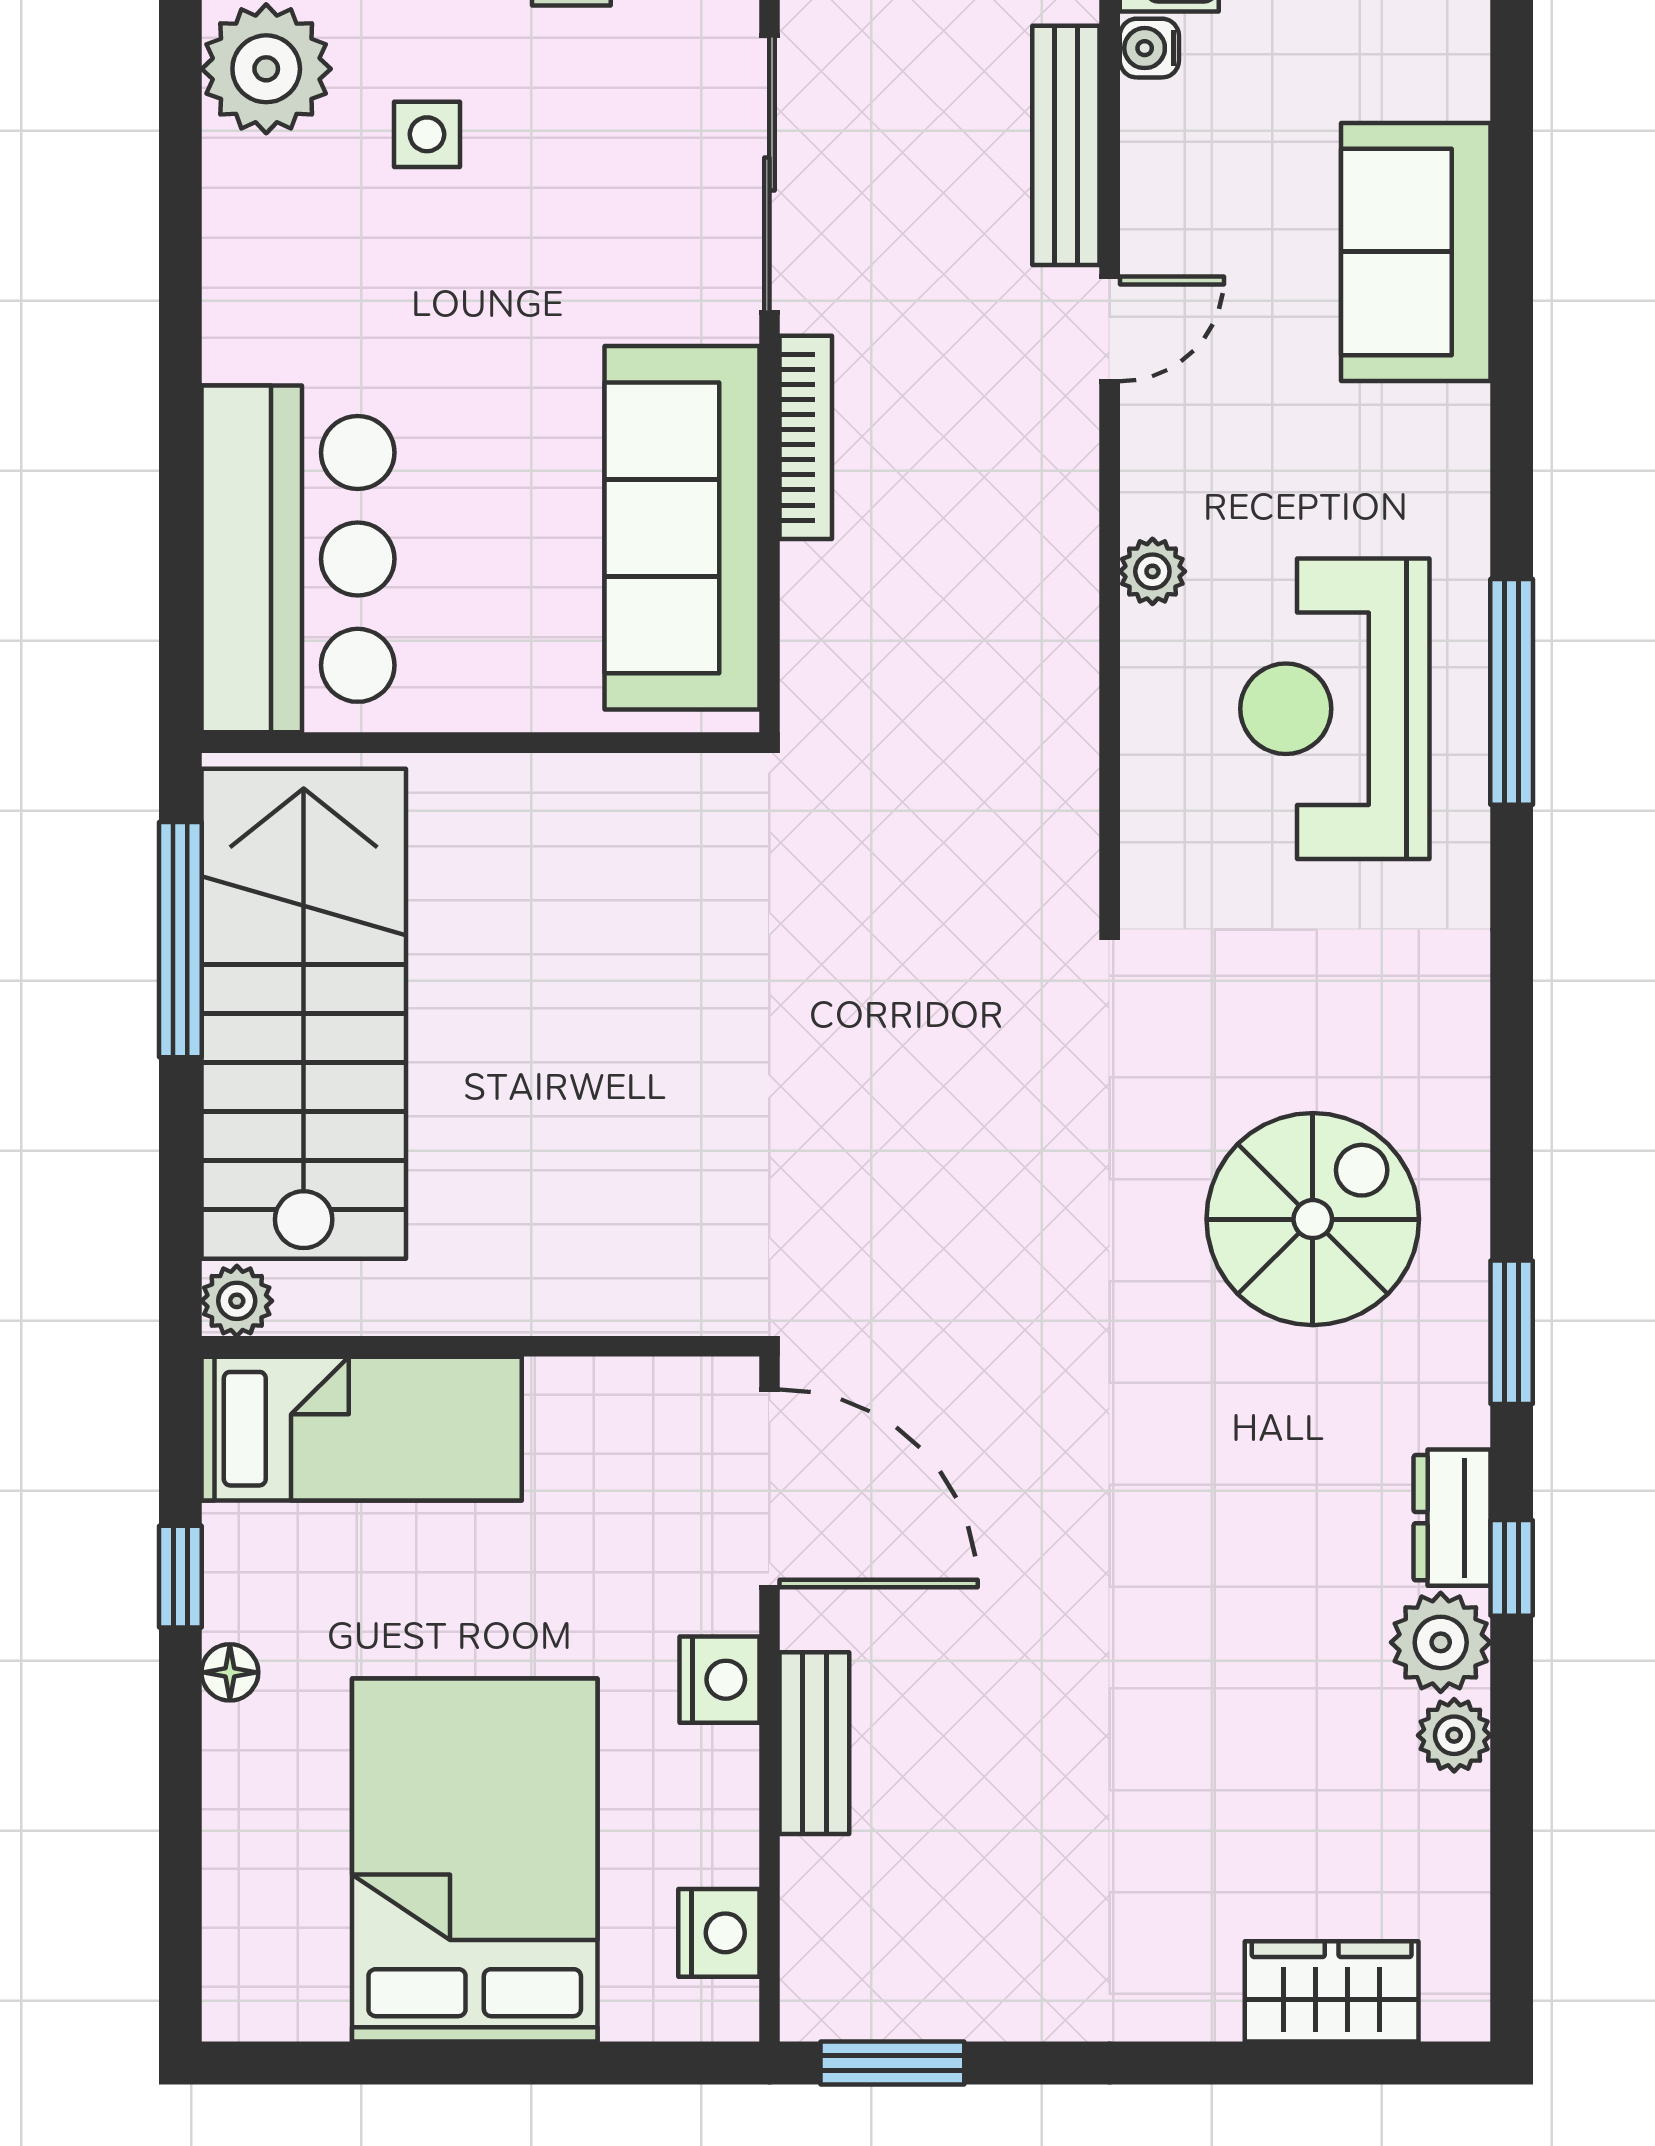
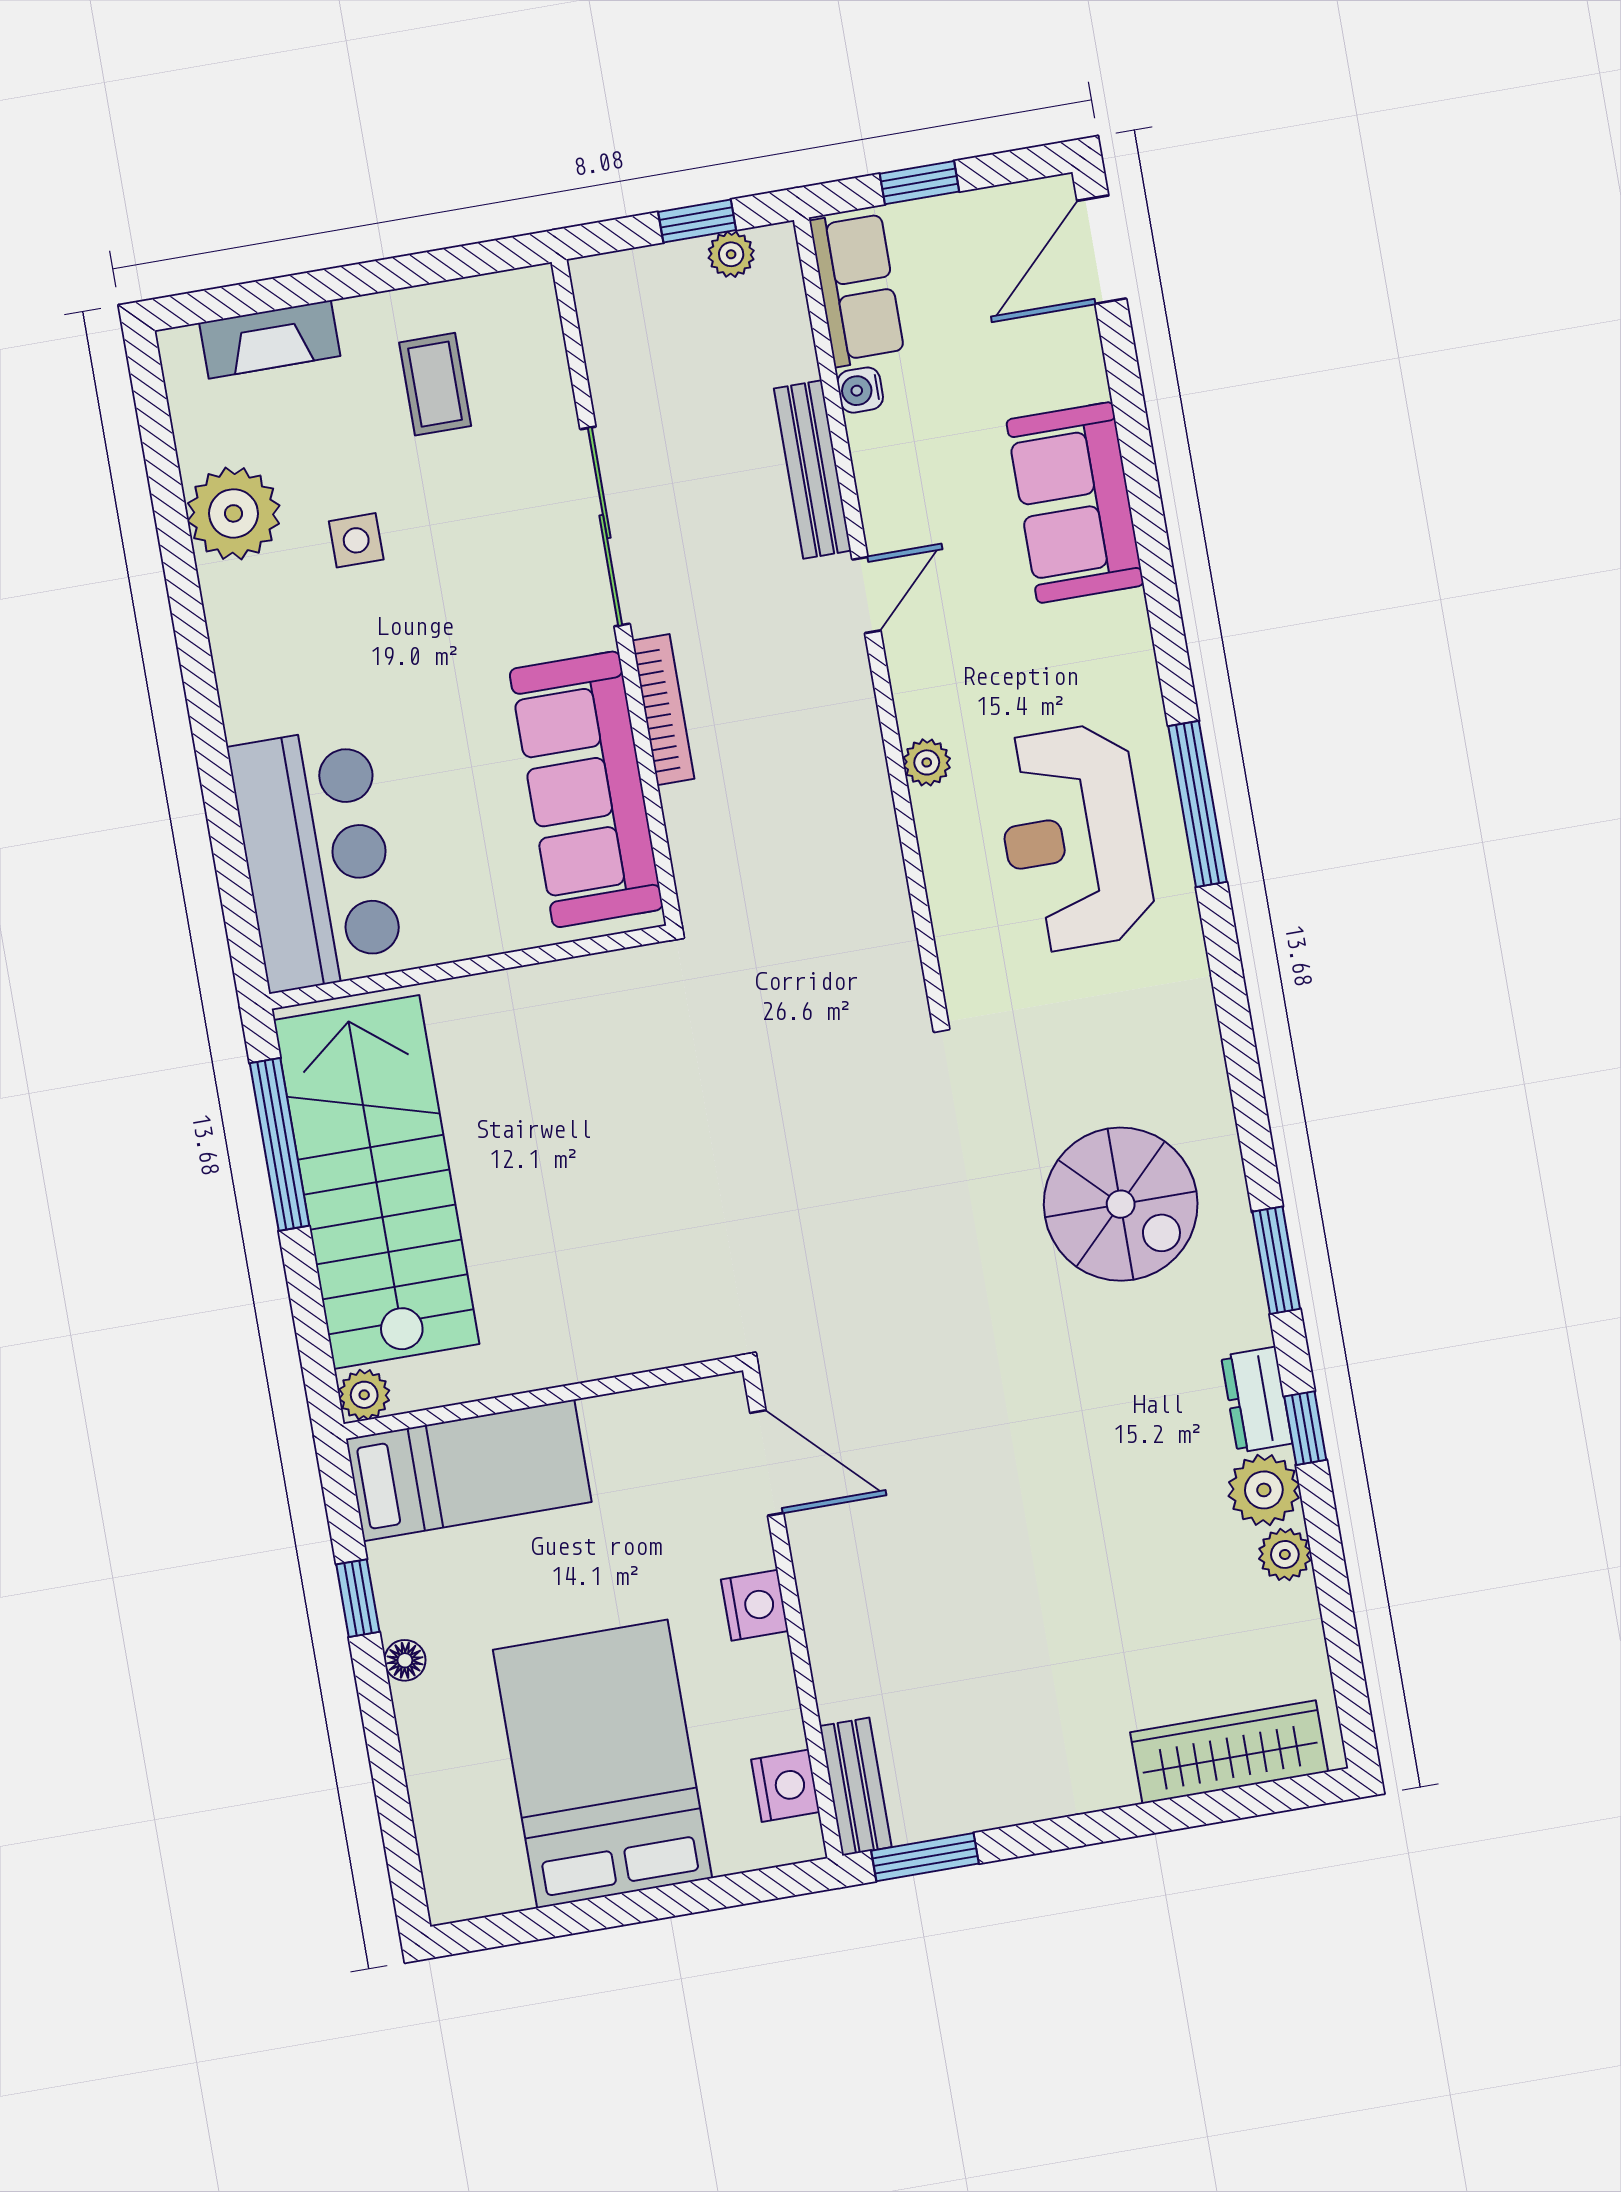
spiral stairs: (1313, 1219) -> (1121, 1204), turned 90
door: (769, 1488) -> (767, 1463), width x0.73
bench: (814, 1743) -> (856, 1787), moved
wardrobe: (1332, 1991) -> (1229, 1752), width x1.50

